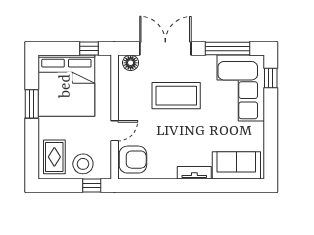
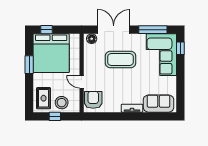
window: (89, 48) -> (46, 30), moved
door: (115, 131) -> (82, 82), swing flipped
armchair: (133, 160) -> (93, 100), turned -90
window: (92, 186) -> (55, 116), moved

